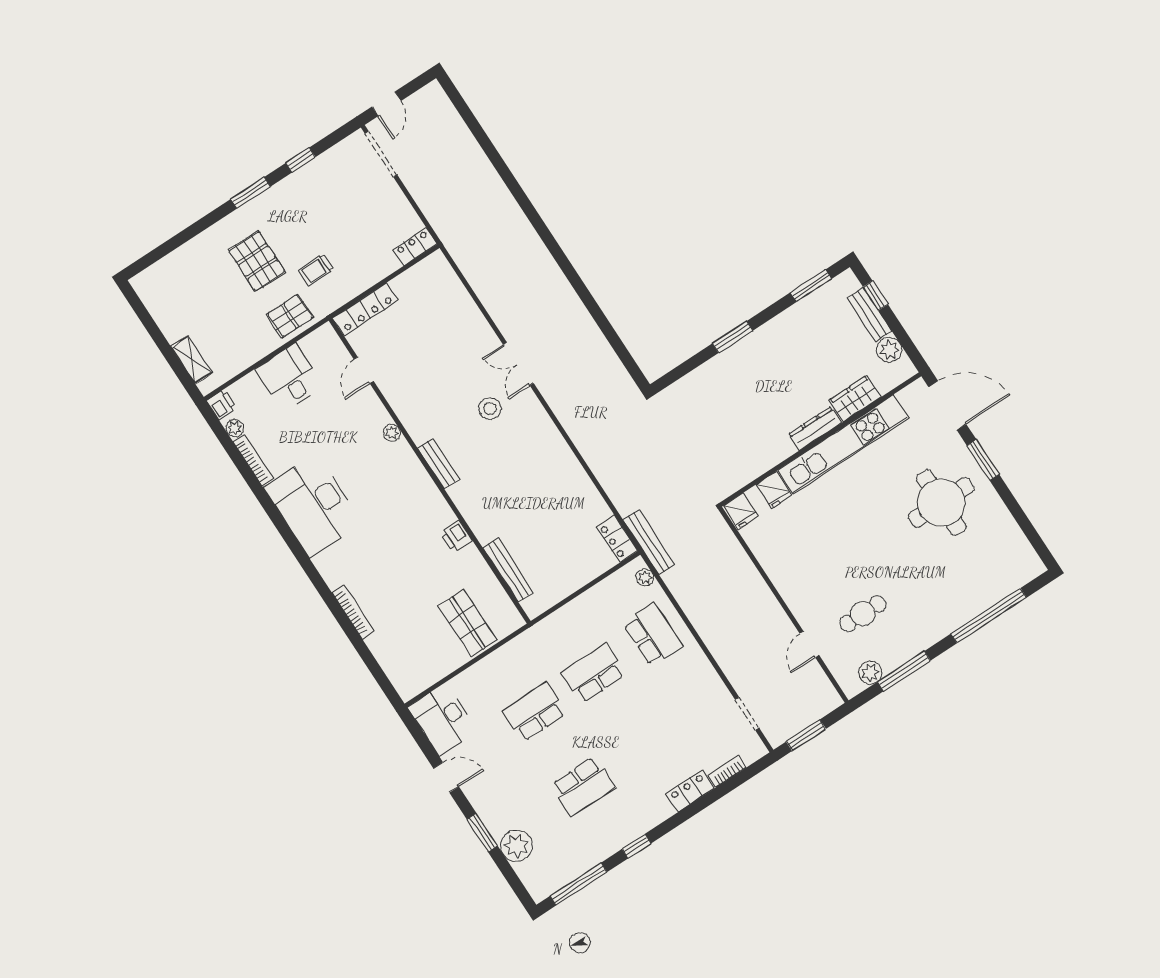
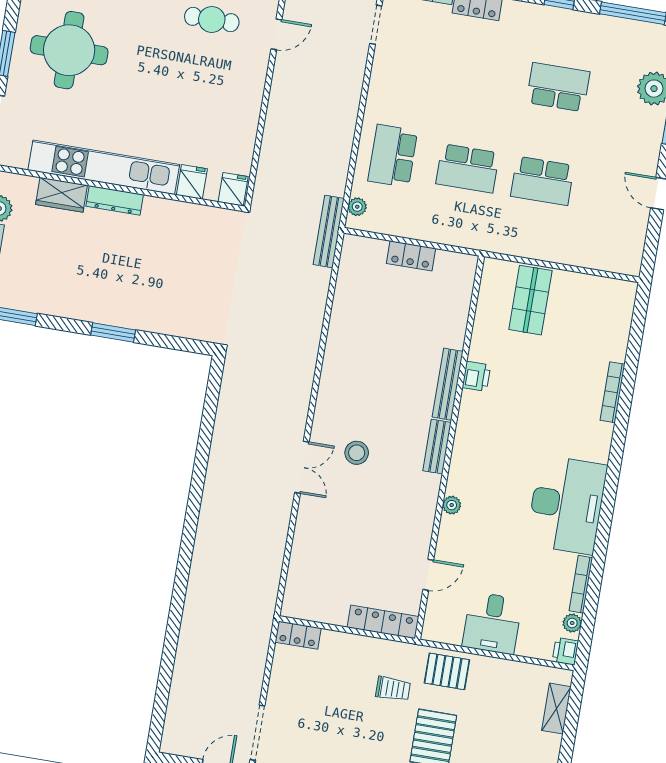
locker: (617, 539) -> (411, 256), moved, turned 90
bench: (508, 570) -> (448, 384), moved
desk: (442, 719) -> (620, 242), removed

